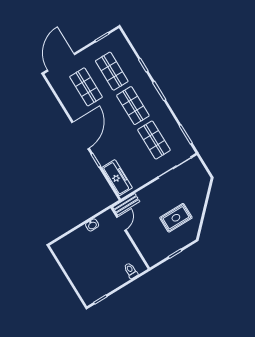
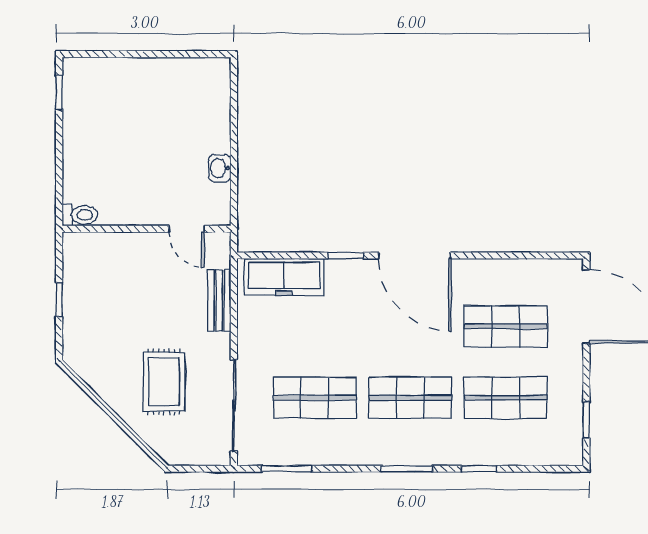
bench: (126, 204) -> (219, 300), moved
rug: (176, 218) -> (164, 382), moved
toilet: (131, 271) -> (80, 215), moved

